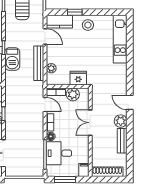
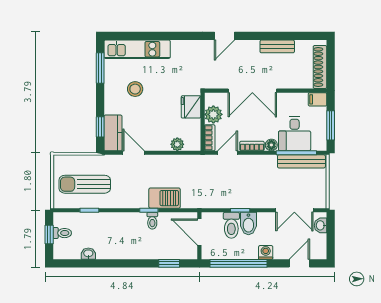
window: (75, 12) -> (100, 127), moved
window: (106, 12) -> (100, 68), added
stool: (88, 25) -> (135, 89), moved
door: (45, 37) -> (134, 153), hinge flipped
bench: (39, 63) -> (301, 161), moved
plant: (121, 121) -> (250, 49), removed
double door: (90, 123) -> (252, 91), width x1.37

